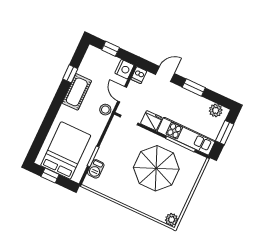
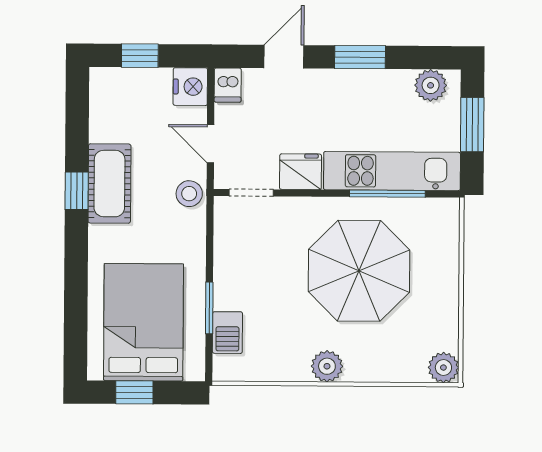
window: (70, 74) -> (77, 191), moved
plant: (128, 199) -> (327, 366), added

